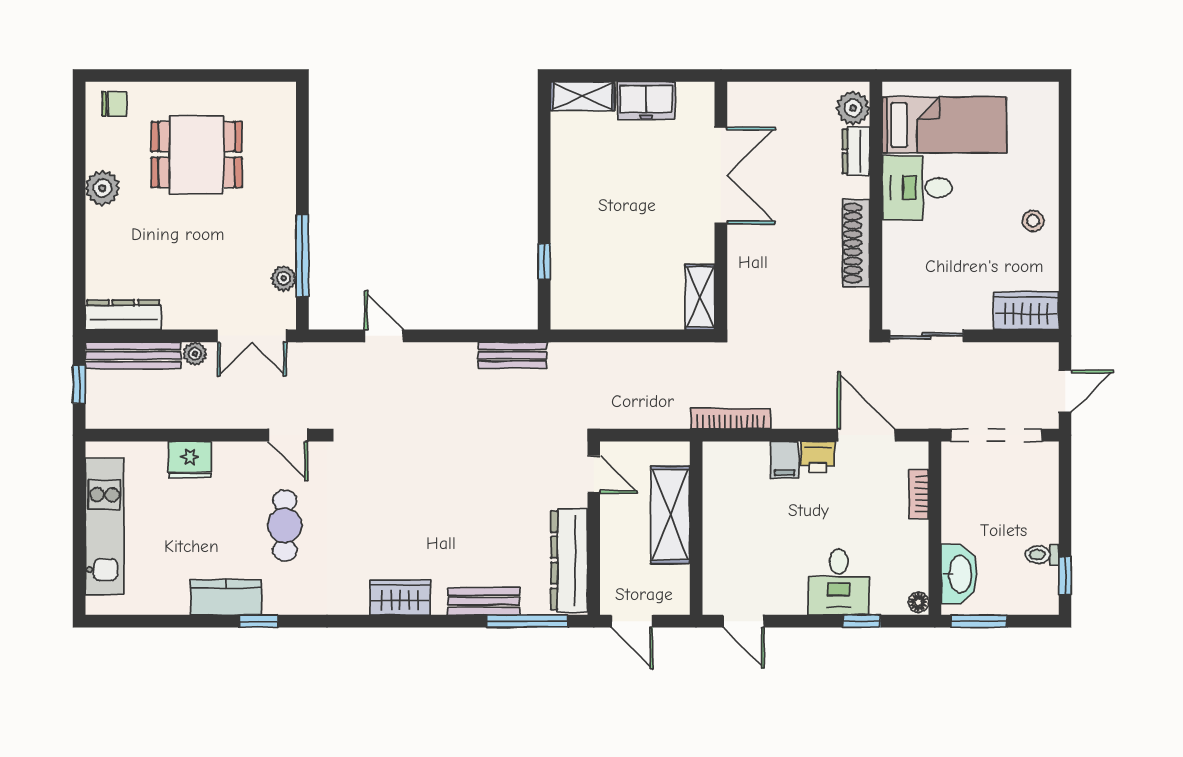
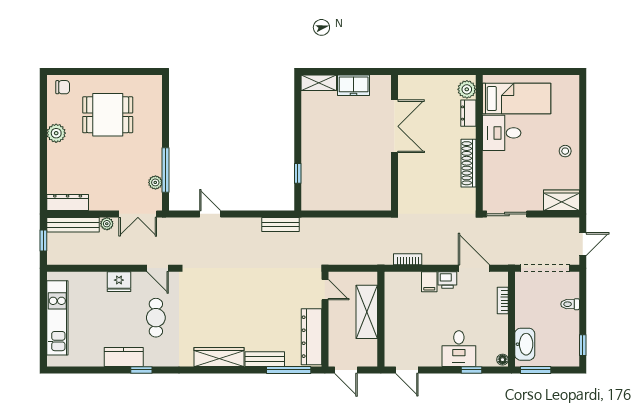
shelving: (700, 297) -> (383, 193), removed
bookcase: (731, 419) -> (408, 259), width x0.64
fridge: (190, 460) -> (119, 282), moved
toilet: (1042, 555) -> (570, 304), moved
wardrobe: (400, 597) -> (219, 357), width x1.50

